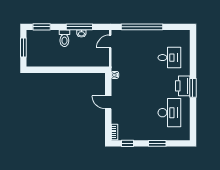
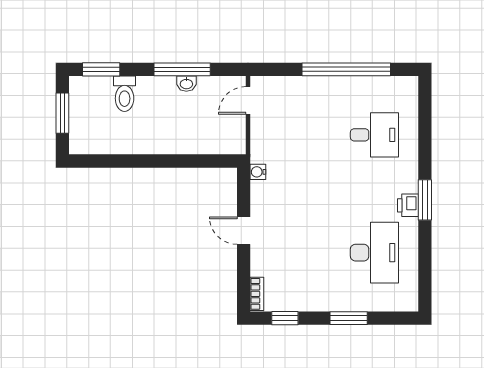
window: (142, 27) -> (346, 69), moved
toilet: (64, 38) -> (125, 94), moved
printer: (183, 86) -> (408, 205), width x0.53, depth x0.68

